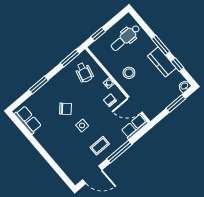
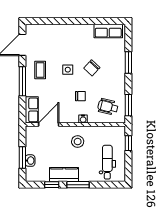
washbasin: (184, 86) -> (30, 161), moved
chair: (110, 100) -> (80, 96), moved

